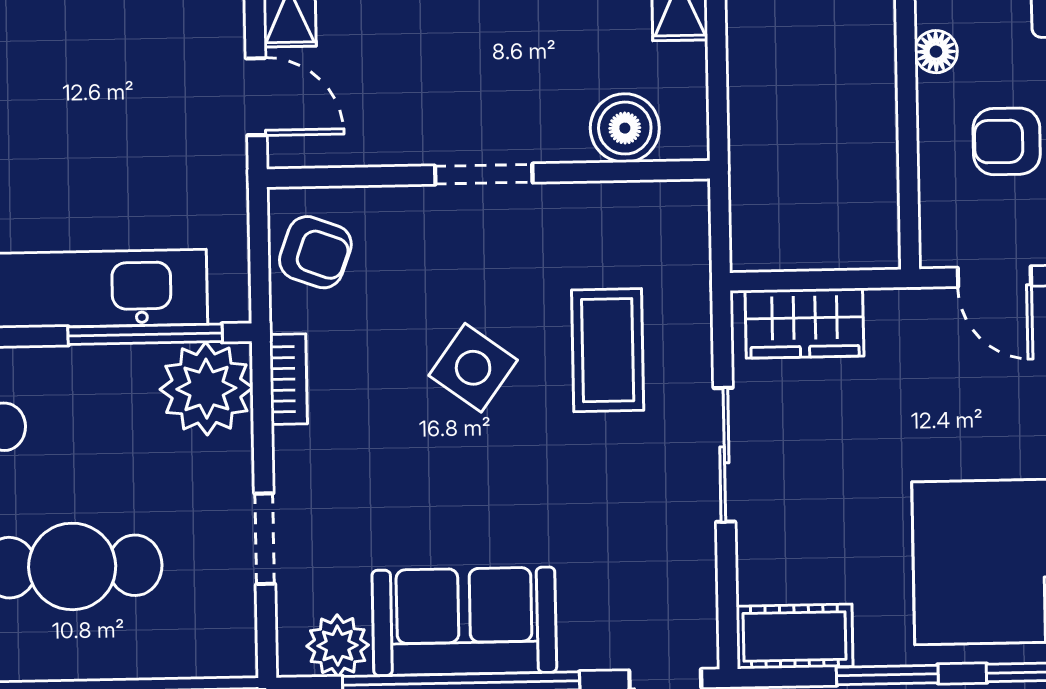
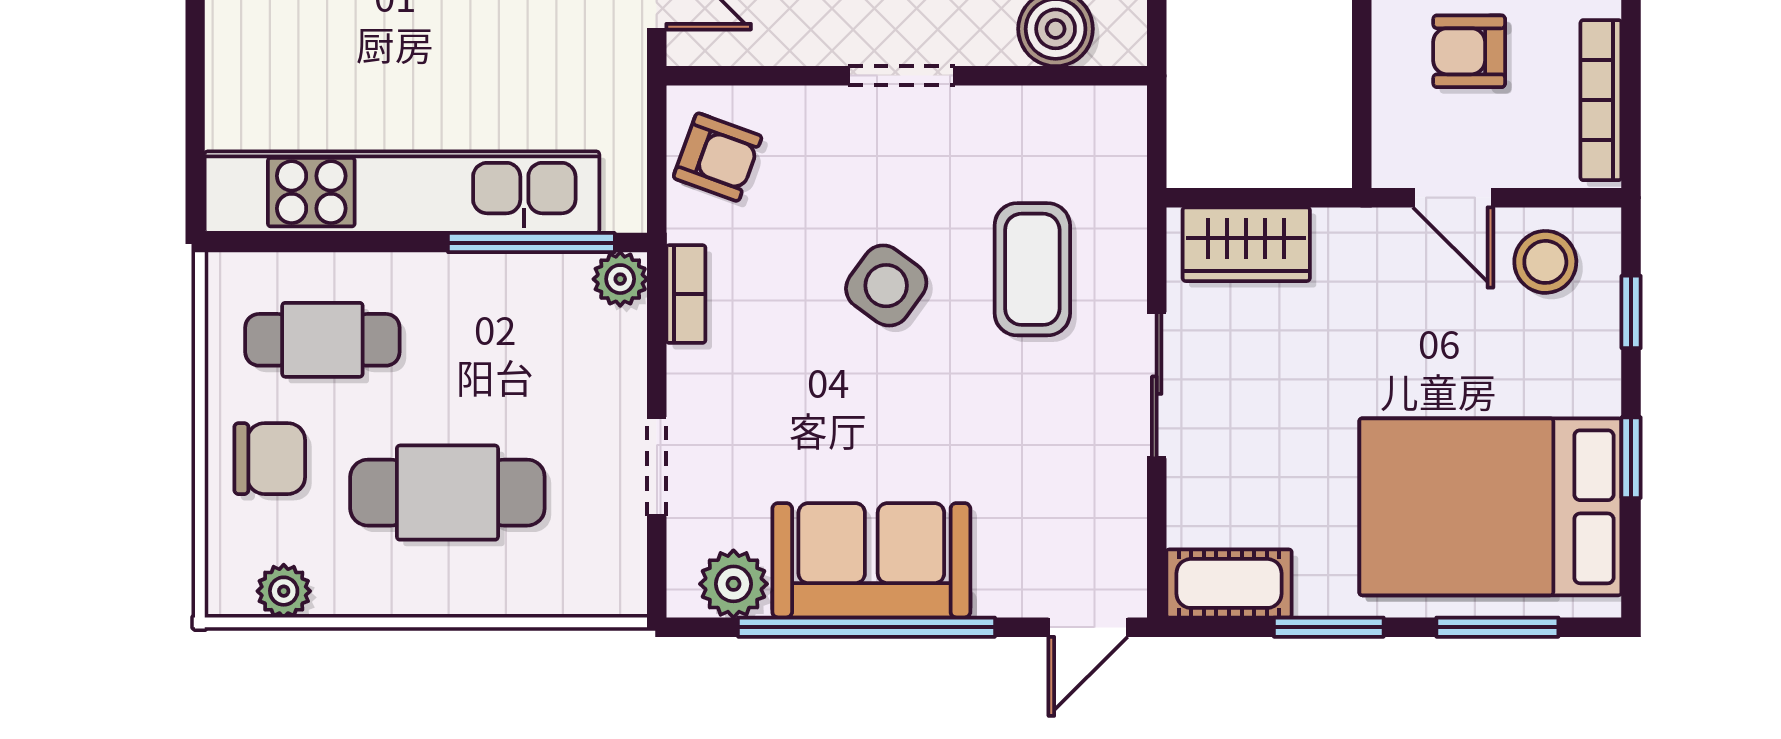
plant: (206, 389) -> (620, 279), width x0.53, depth x0.53

